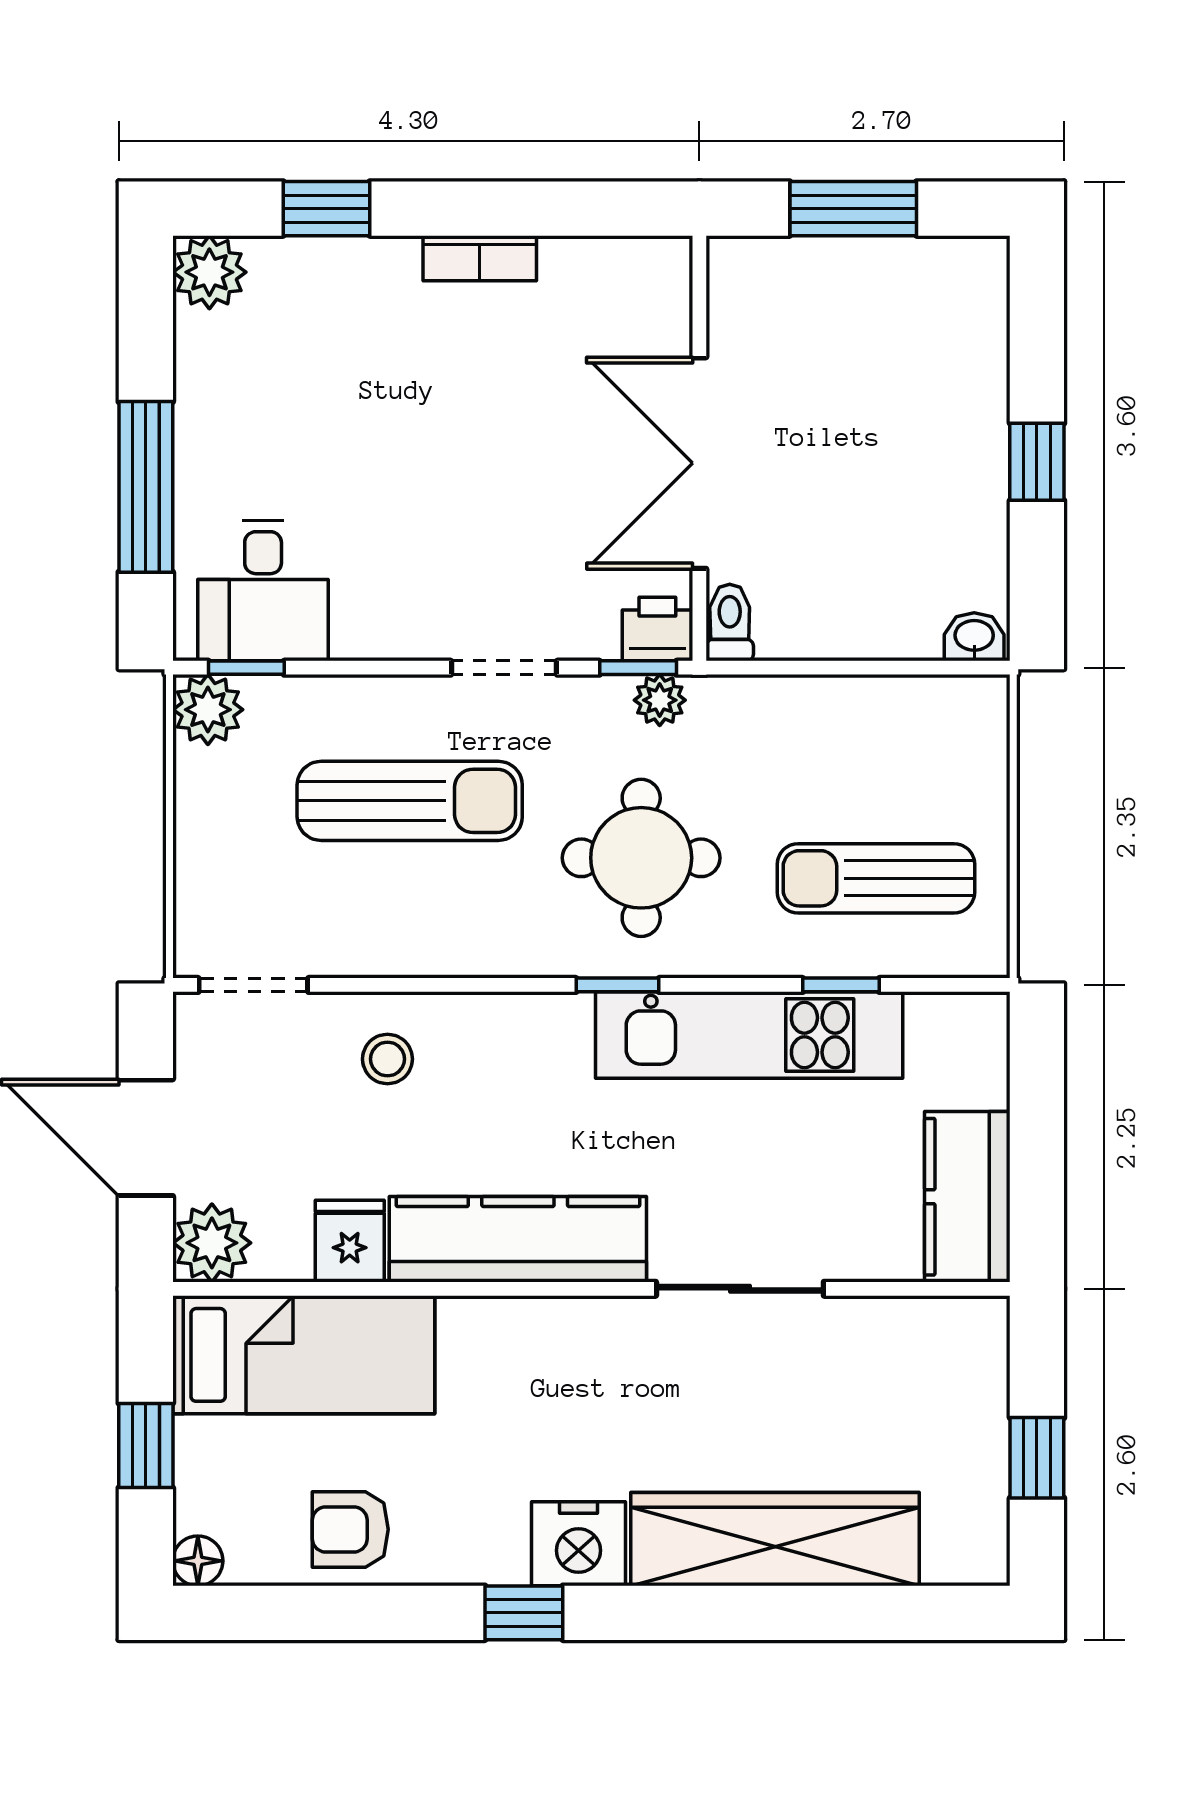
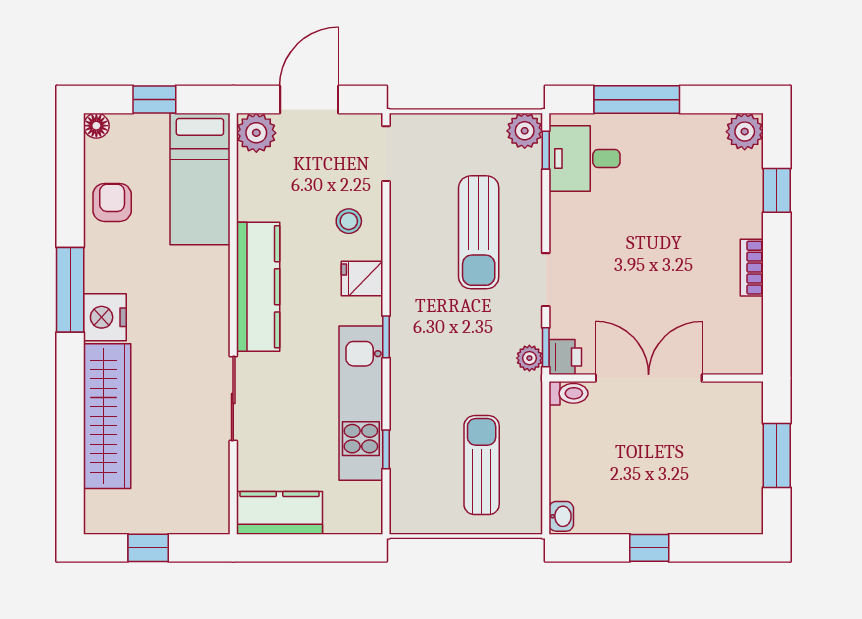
round table: (641, 858) -> (450, 349), removed
sun lounger: (876, 878) -> (482, 465), moved
fridge: (350, 1241) -> (362, 278), moved, turned 180
window: (524, 1613) -> (70, 290), width x2.17

